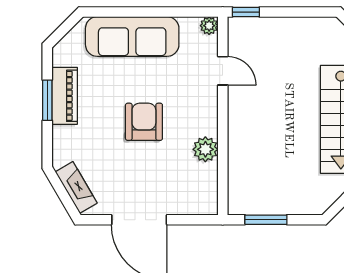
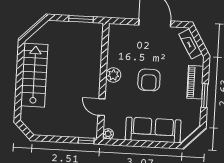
piano: (65, 96) -> (195, 82), moved
plant: (205, 149) -> (113, 75), moved

